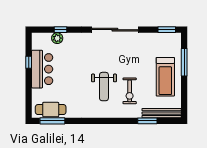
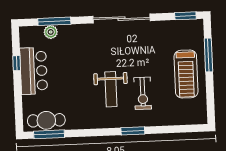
window: (61, 30) -> (54, 21), width x2.17
bench: (162, 113) -> (183, 119), removed
window: (147, 121) -> (133, 131), moved

